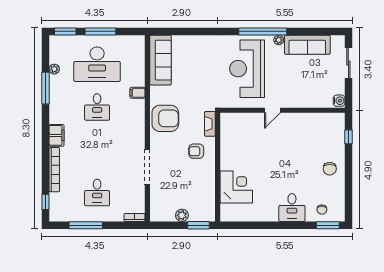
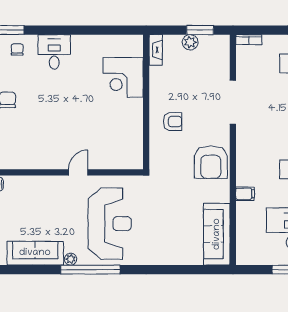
armchair: (165, 118) -> (211, 162), turned -90
fireplace: (210, 124) -> (156, 50), moved
window: (198, 225) -> (200, 30), moved

